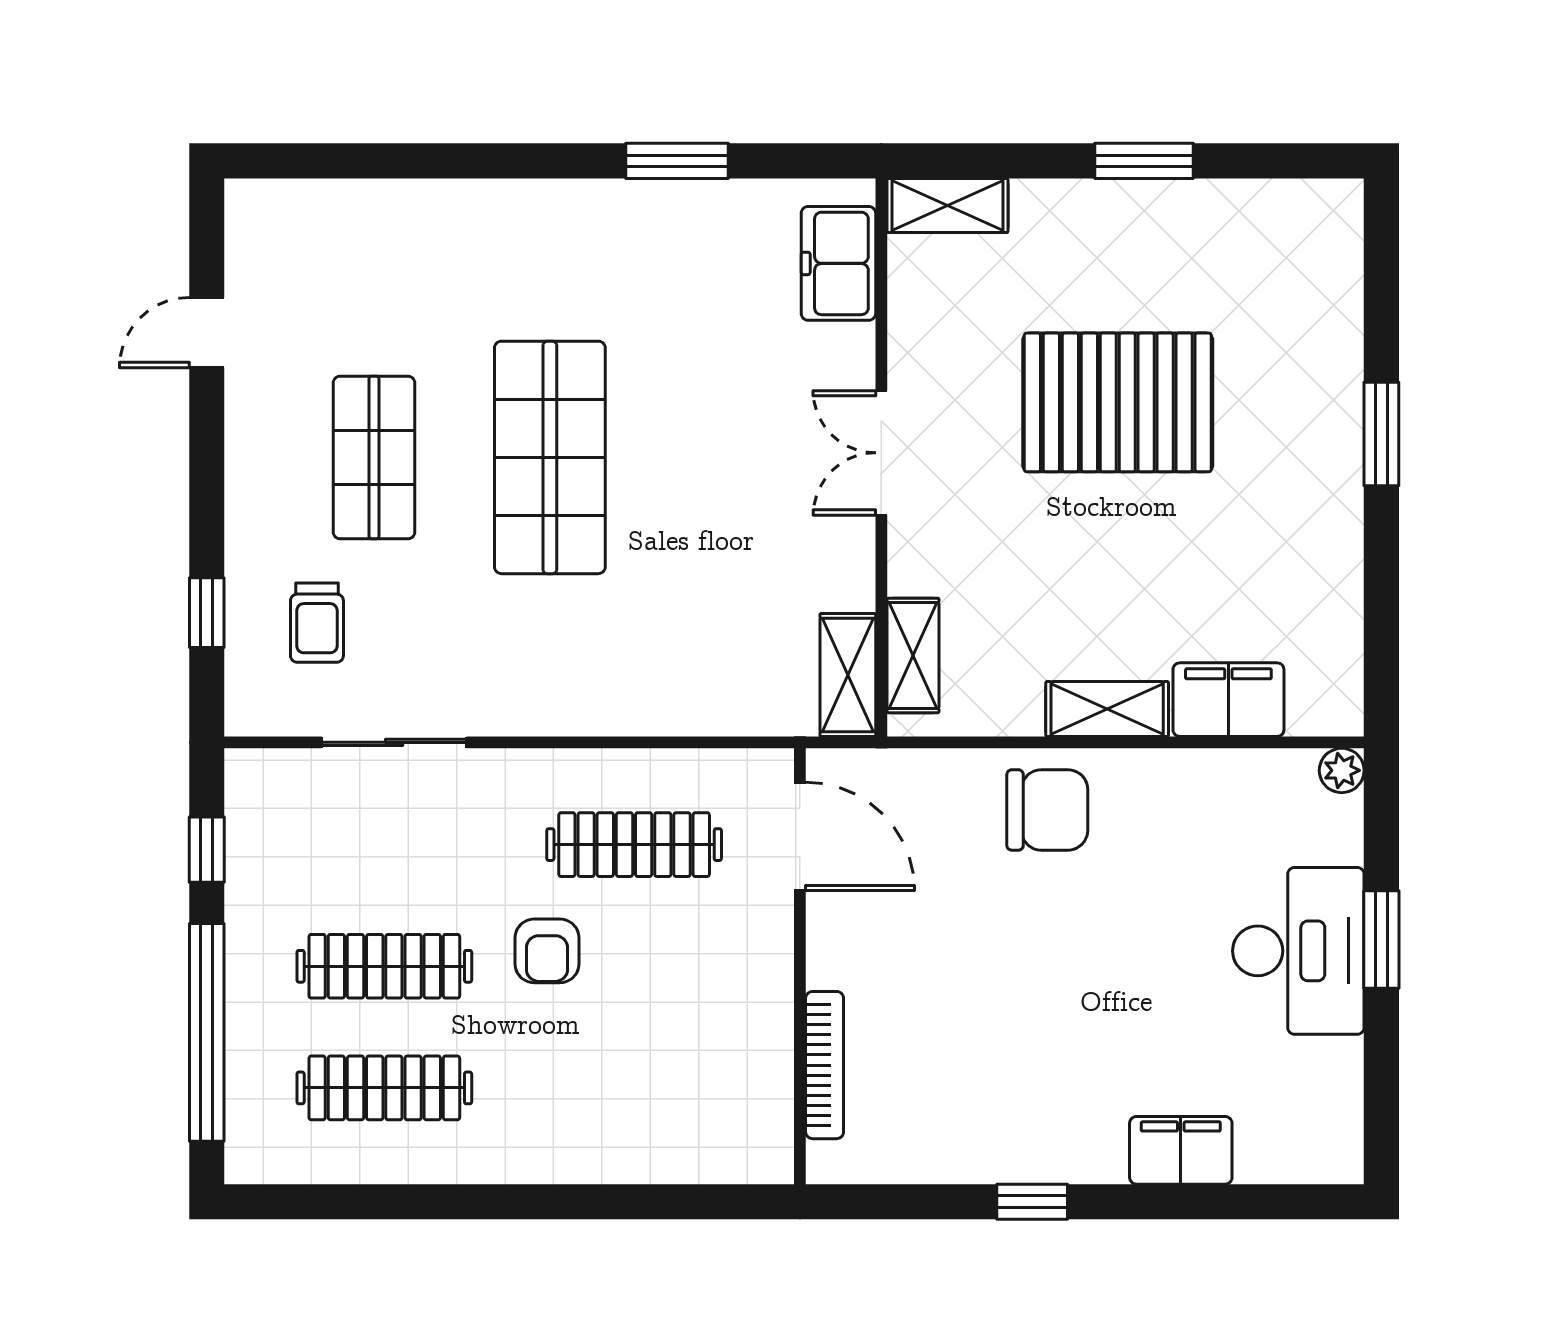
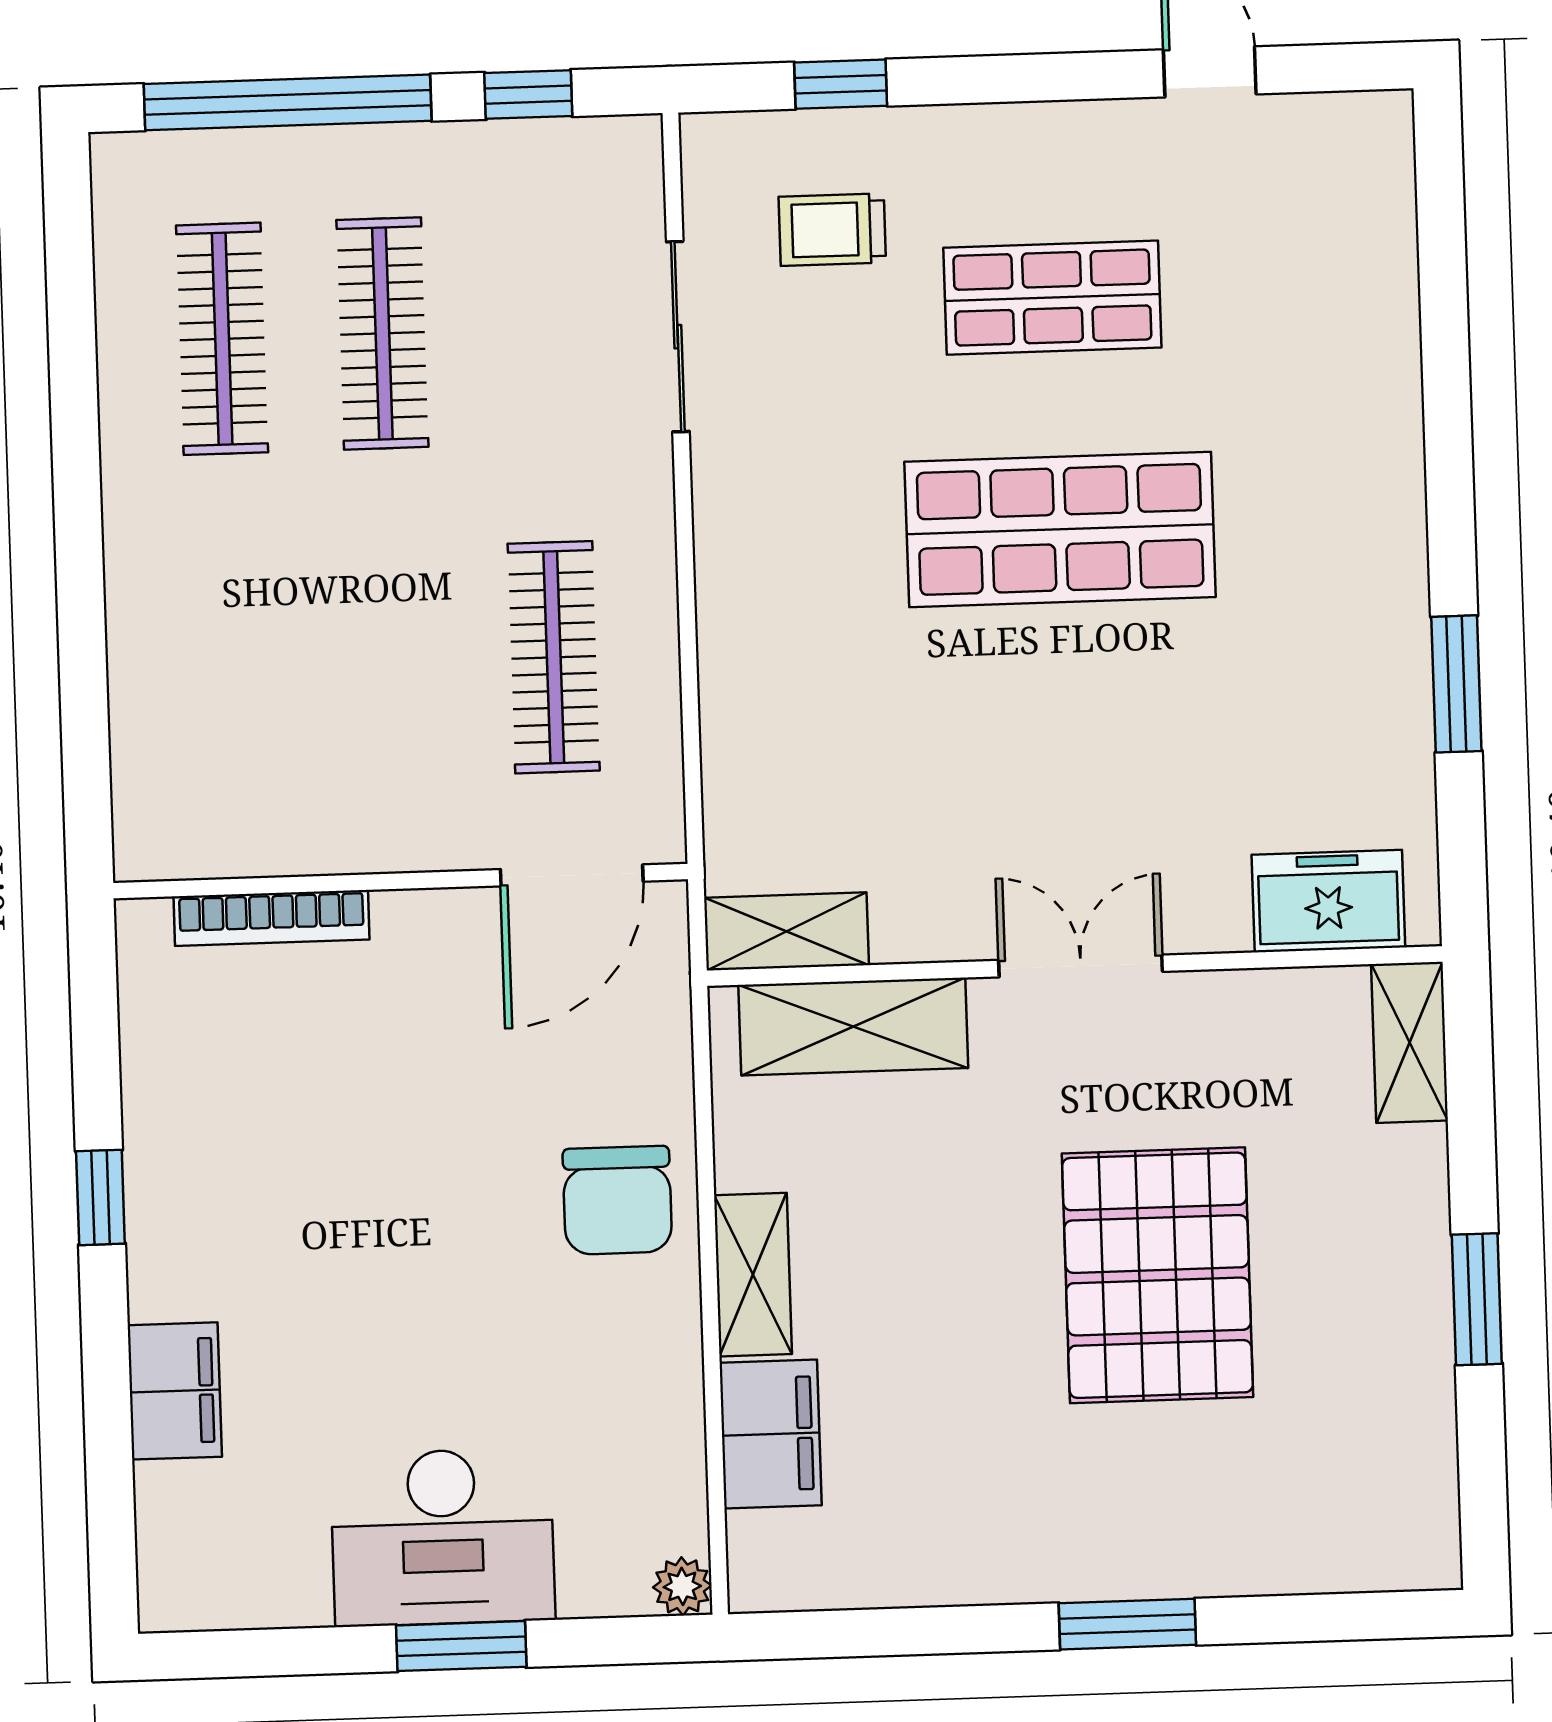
shelving: (913, 655) -> (853, 1027), width x1.50, depth x1.33
armchair: (547, 951) -> (410, 547), removed

